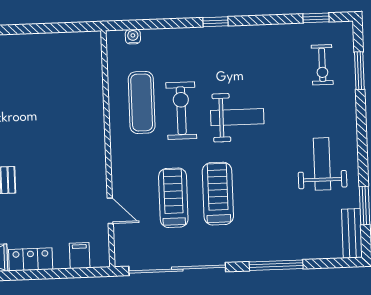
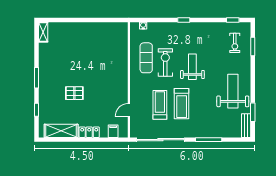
weight bench: (237, 117) -> (192, 67), turned -90
weight bench: (322, 164) -> (233, 91), width x1.36, depth x1.33
treadmill: (218, 194) -> (182, 104), turned 180
door: (110, 211) -> (129, 110), swing flipped

